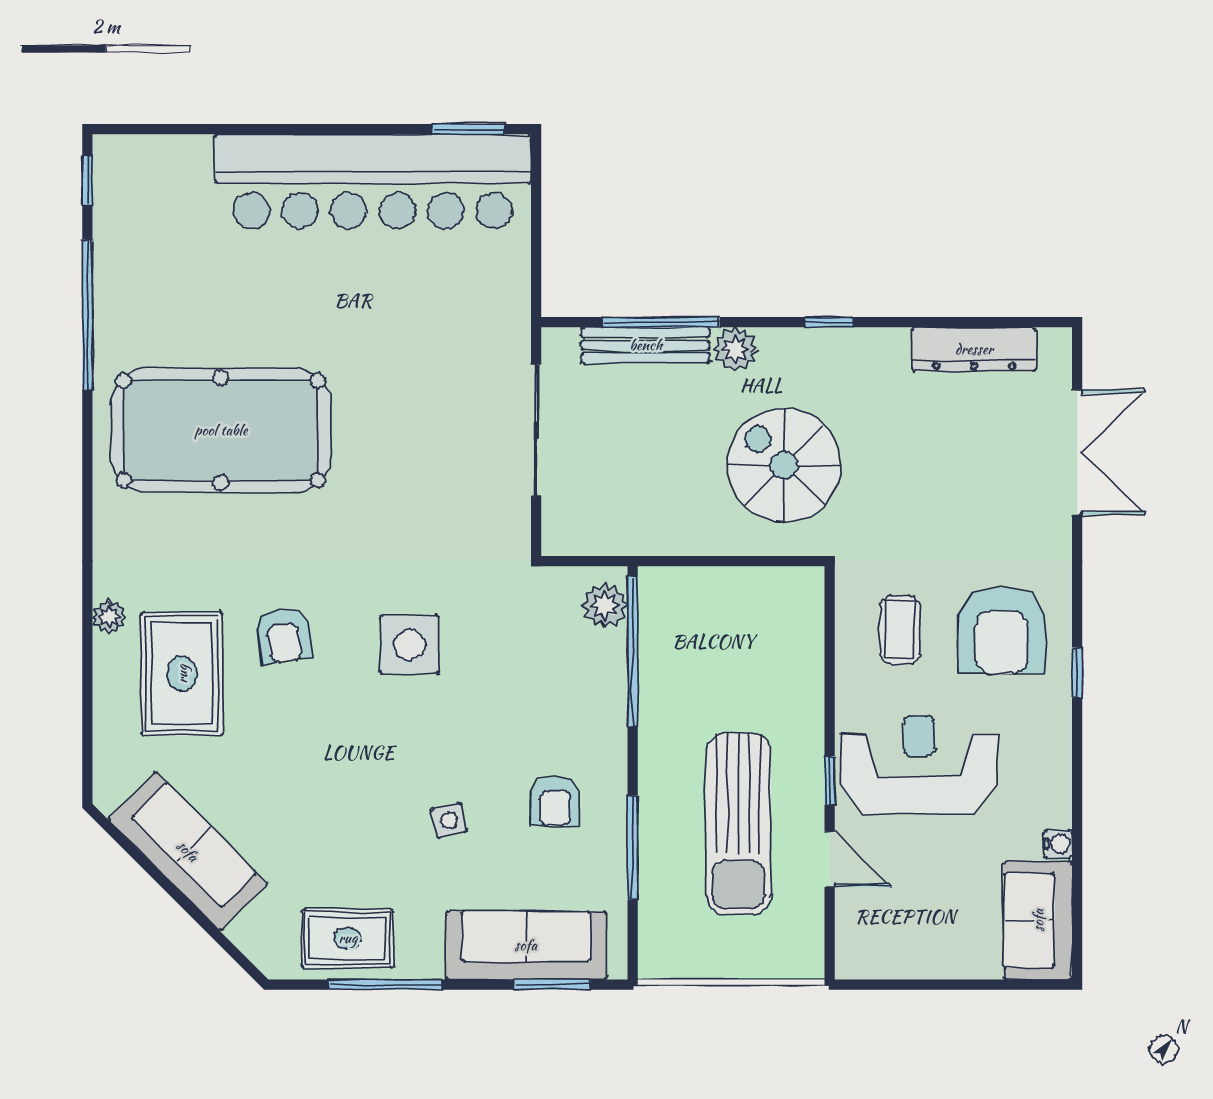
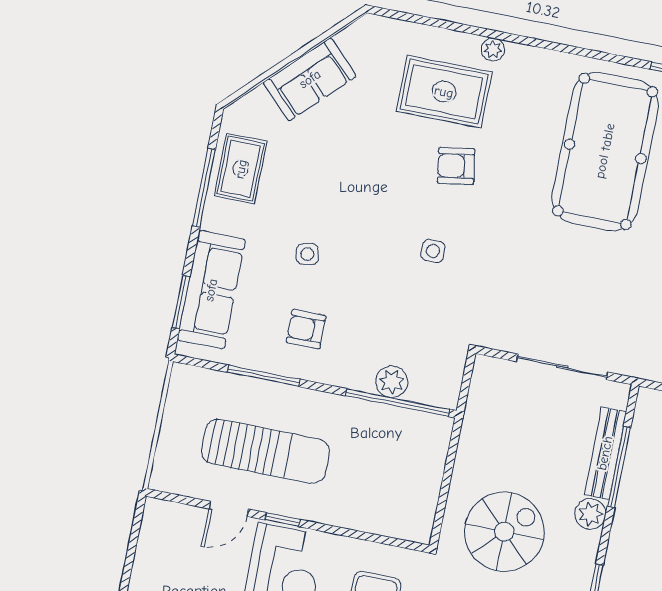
plant: (605, 605) -> (392, 382), moved
side table: (409, 644) -> (433, 251), width x0.54, depth x0.54
sun lounger: (738, 824) -> (265, 451), turned 180
sofa: (188, 851) -> (310, 79), width x0.73

